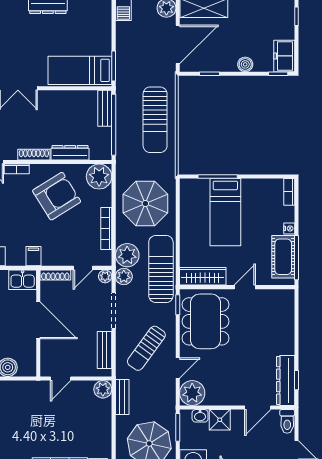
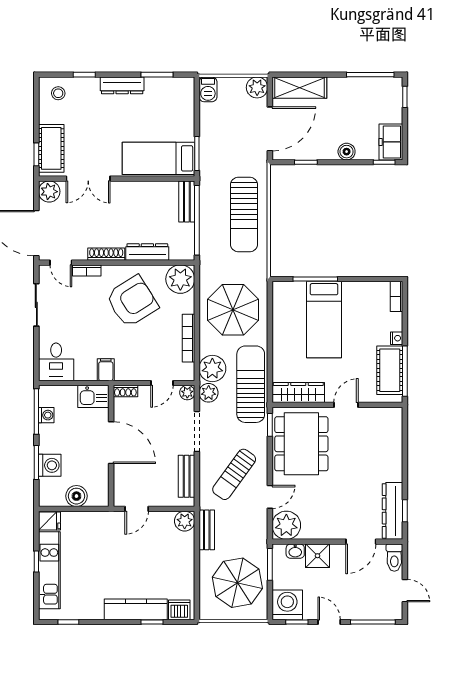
shoe rack: (55, 275) -> (125, 391), width x0.70

